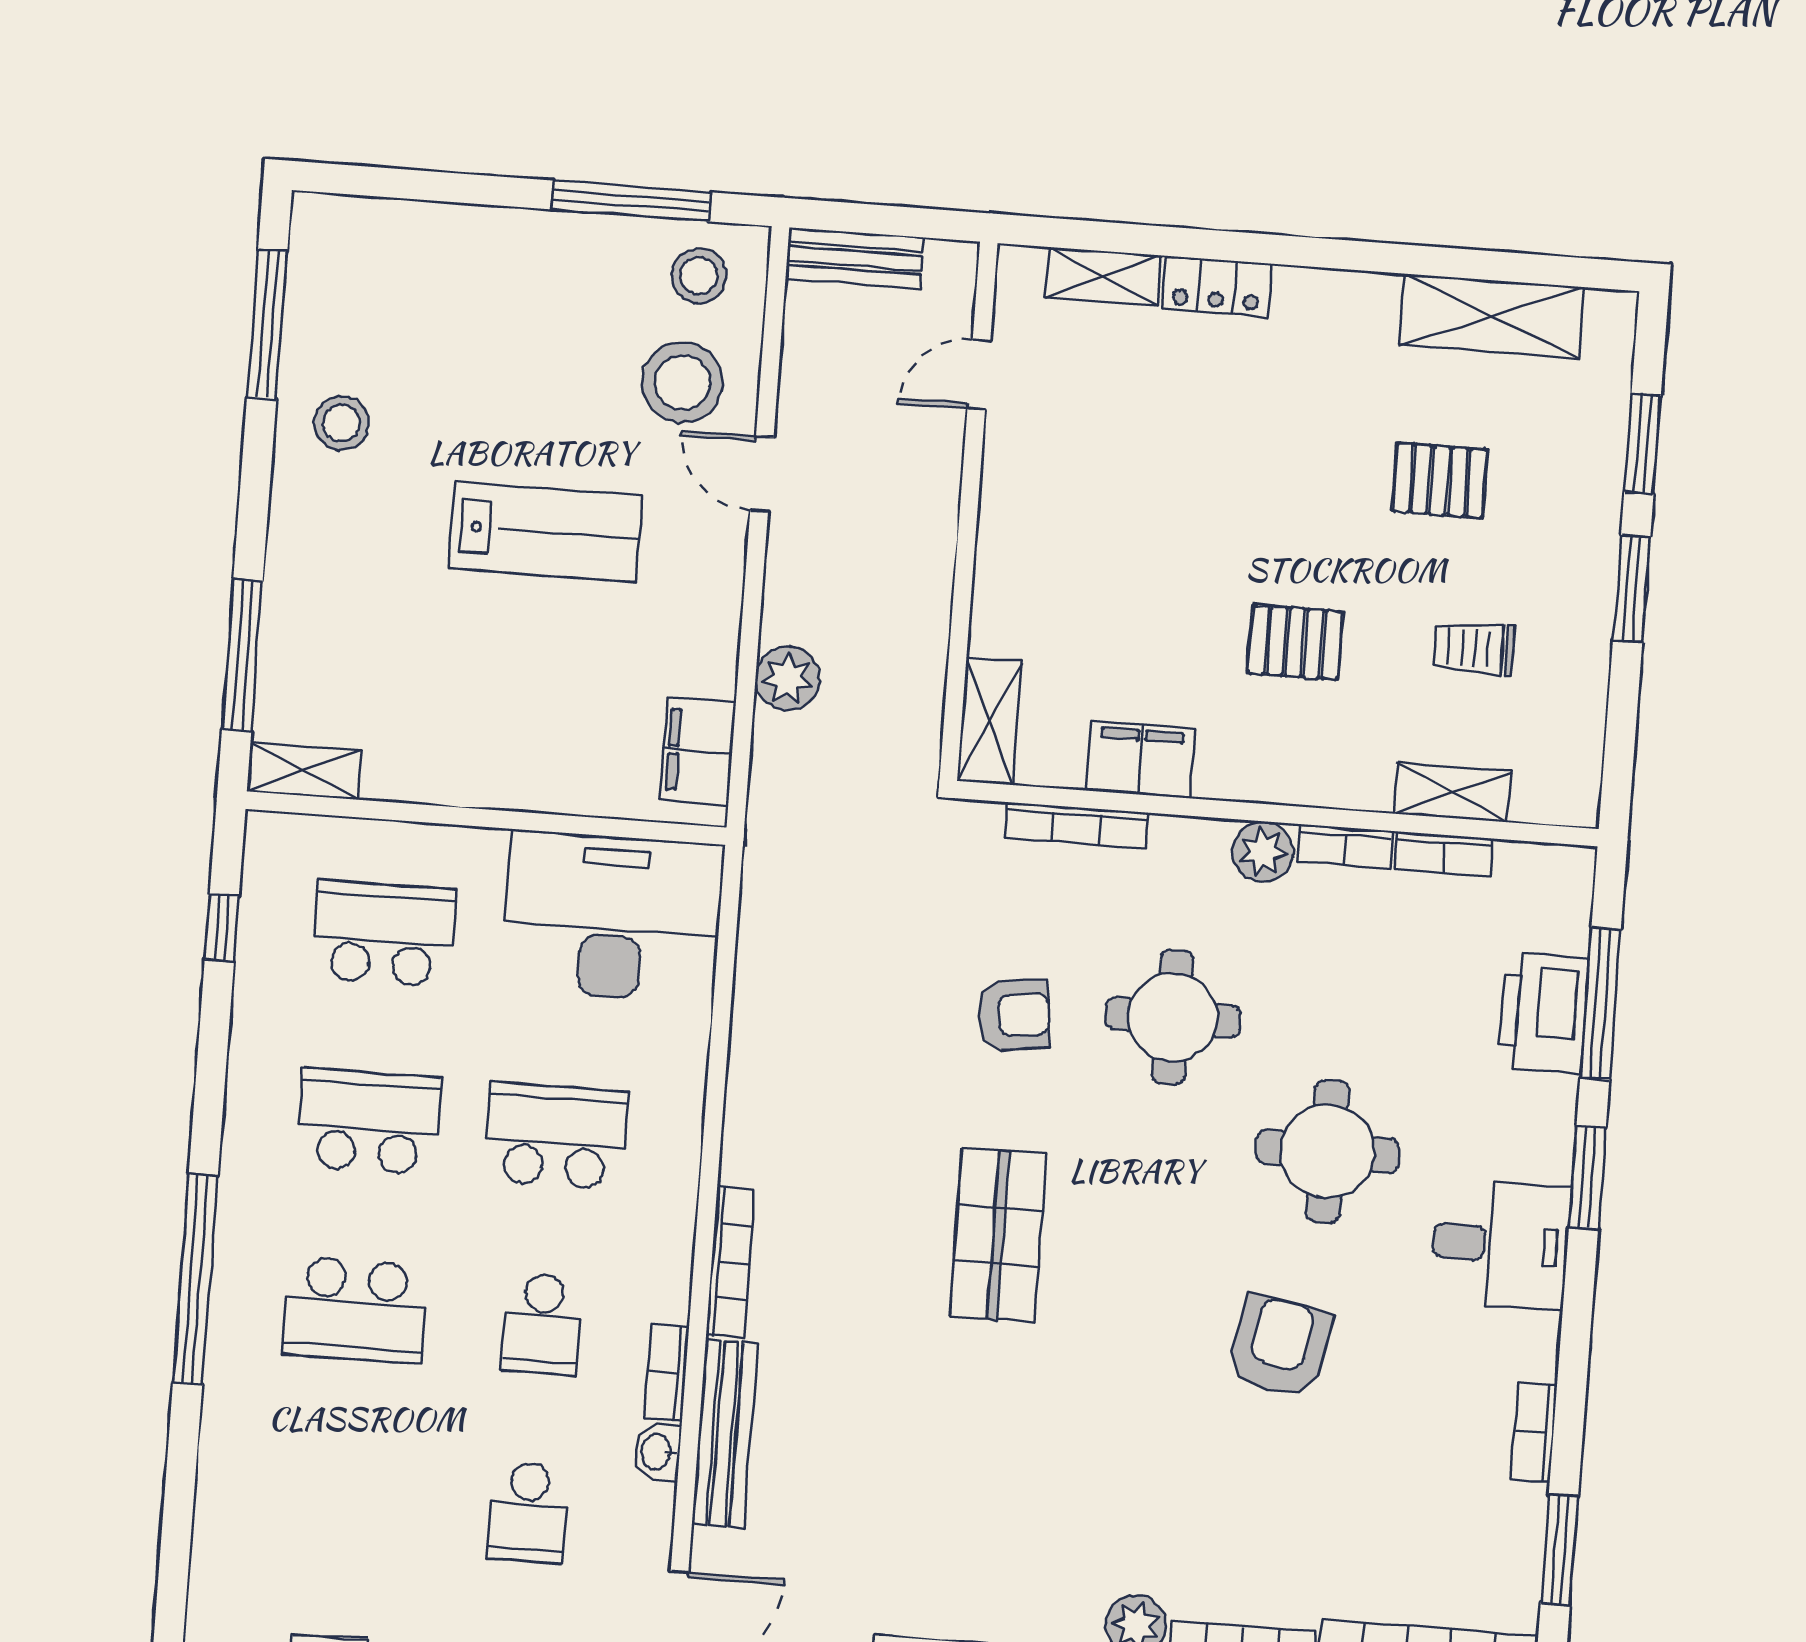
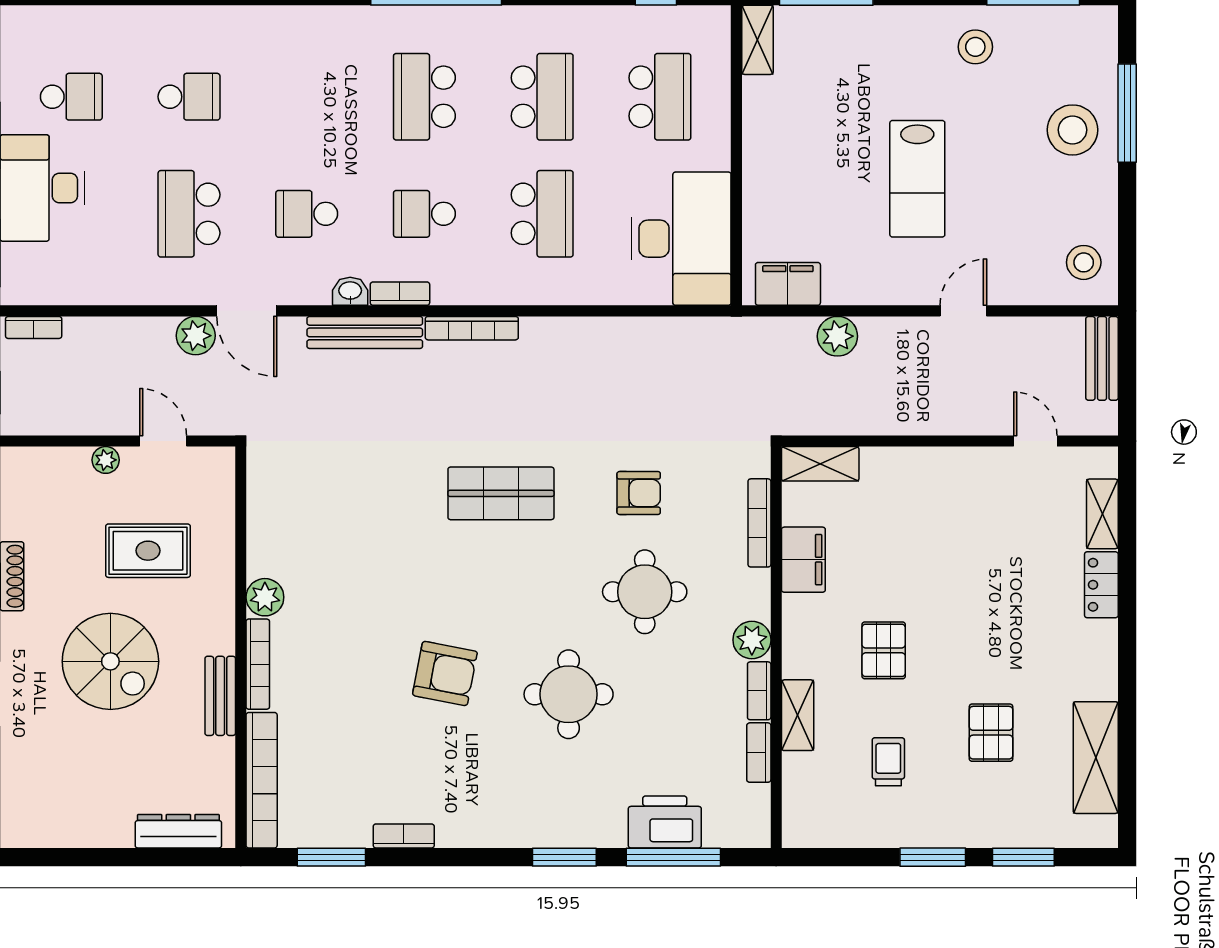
window: (631, 201) -> (1127, 113), moved
stool: (682, 382) -> (1073, 130), moved
shelving: (1452, 792) -> (798, 715), moved
armchair: (1014, 1015) -> (639, 493), turned -83
desk: (1501, 1245) -> (519, 806), removed

